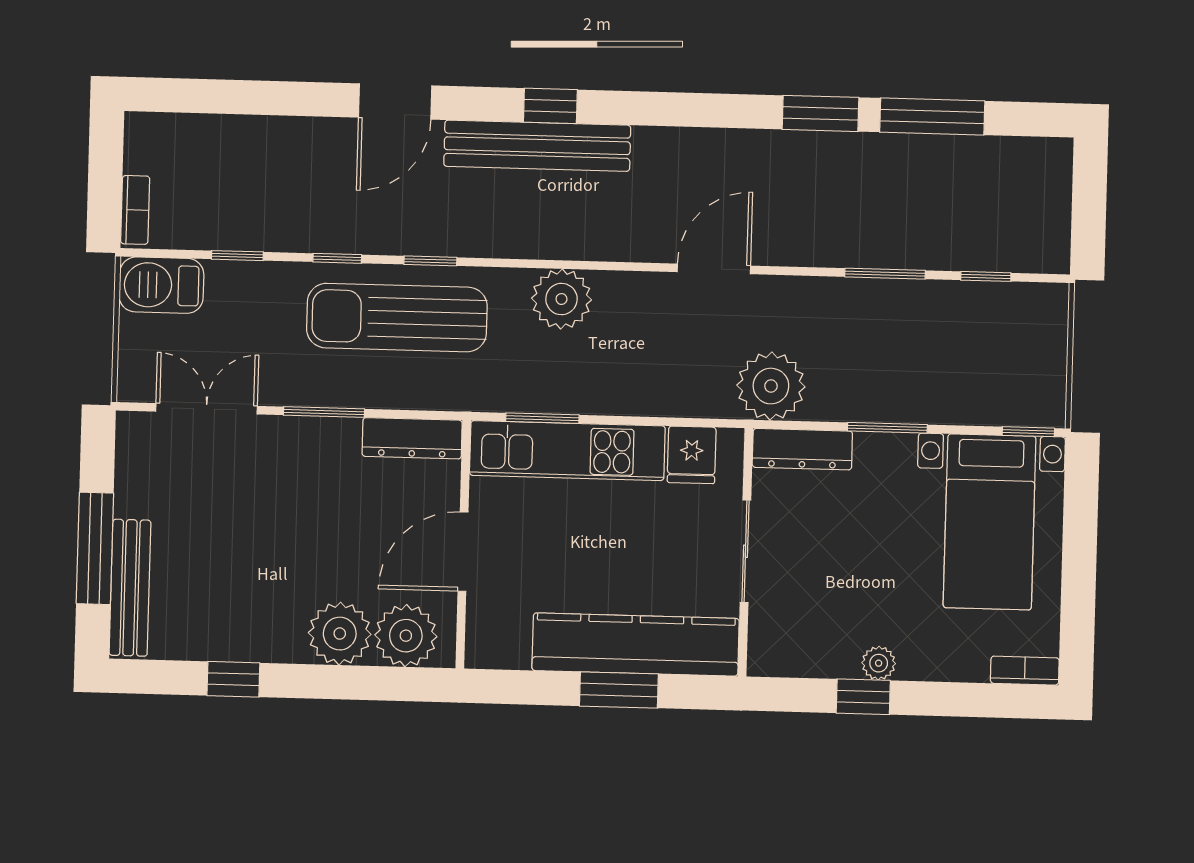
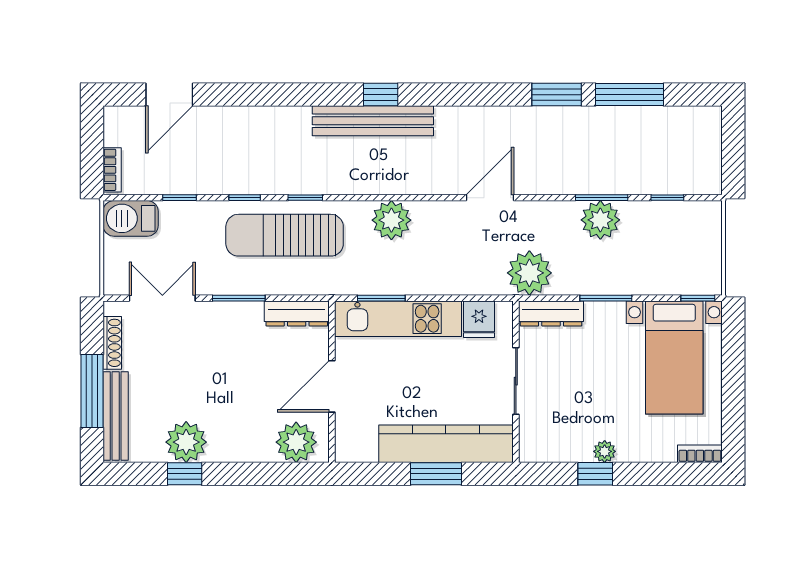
door: (395, 102) -> (169, 95), moved
plant: (882, 308) -> (600, 220), added
shoe rack: (128, 475) -> (112, 343), added
plant: (340, 634) -> (186, 442), moved

